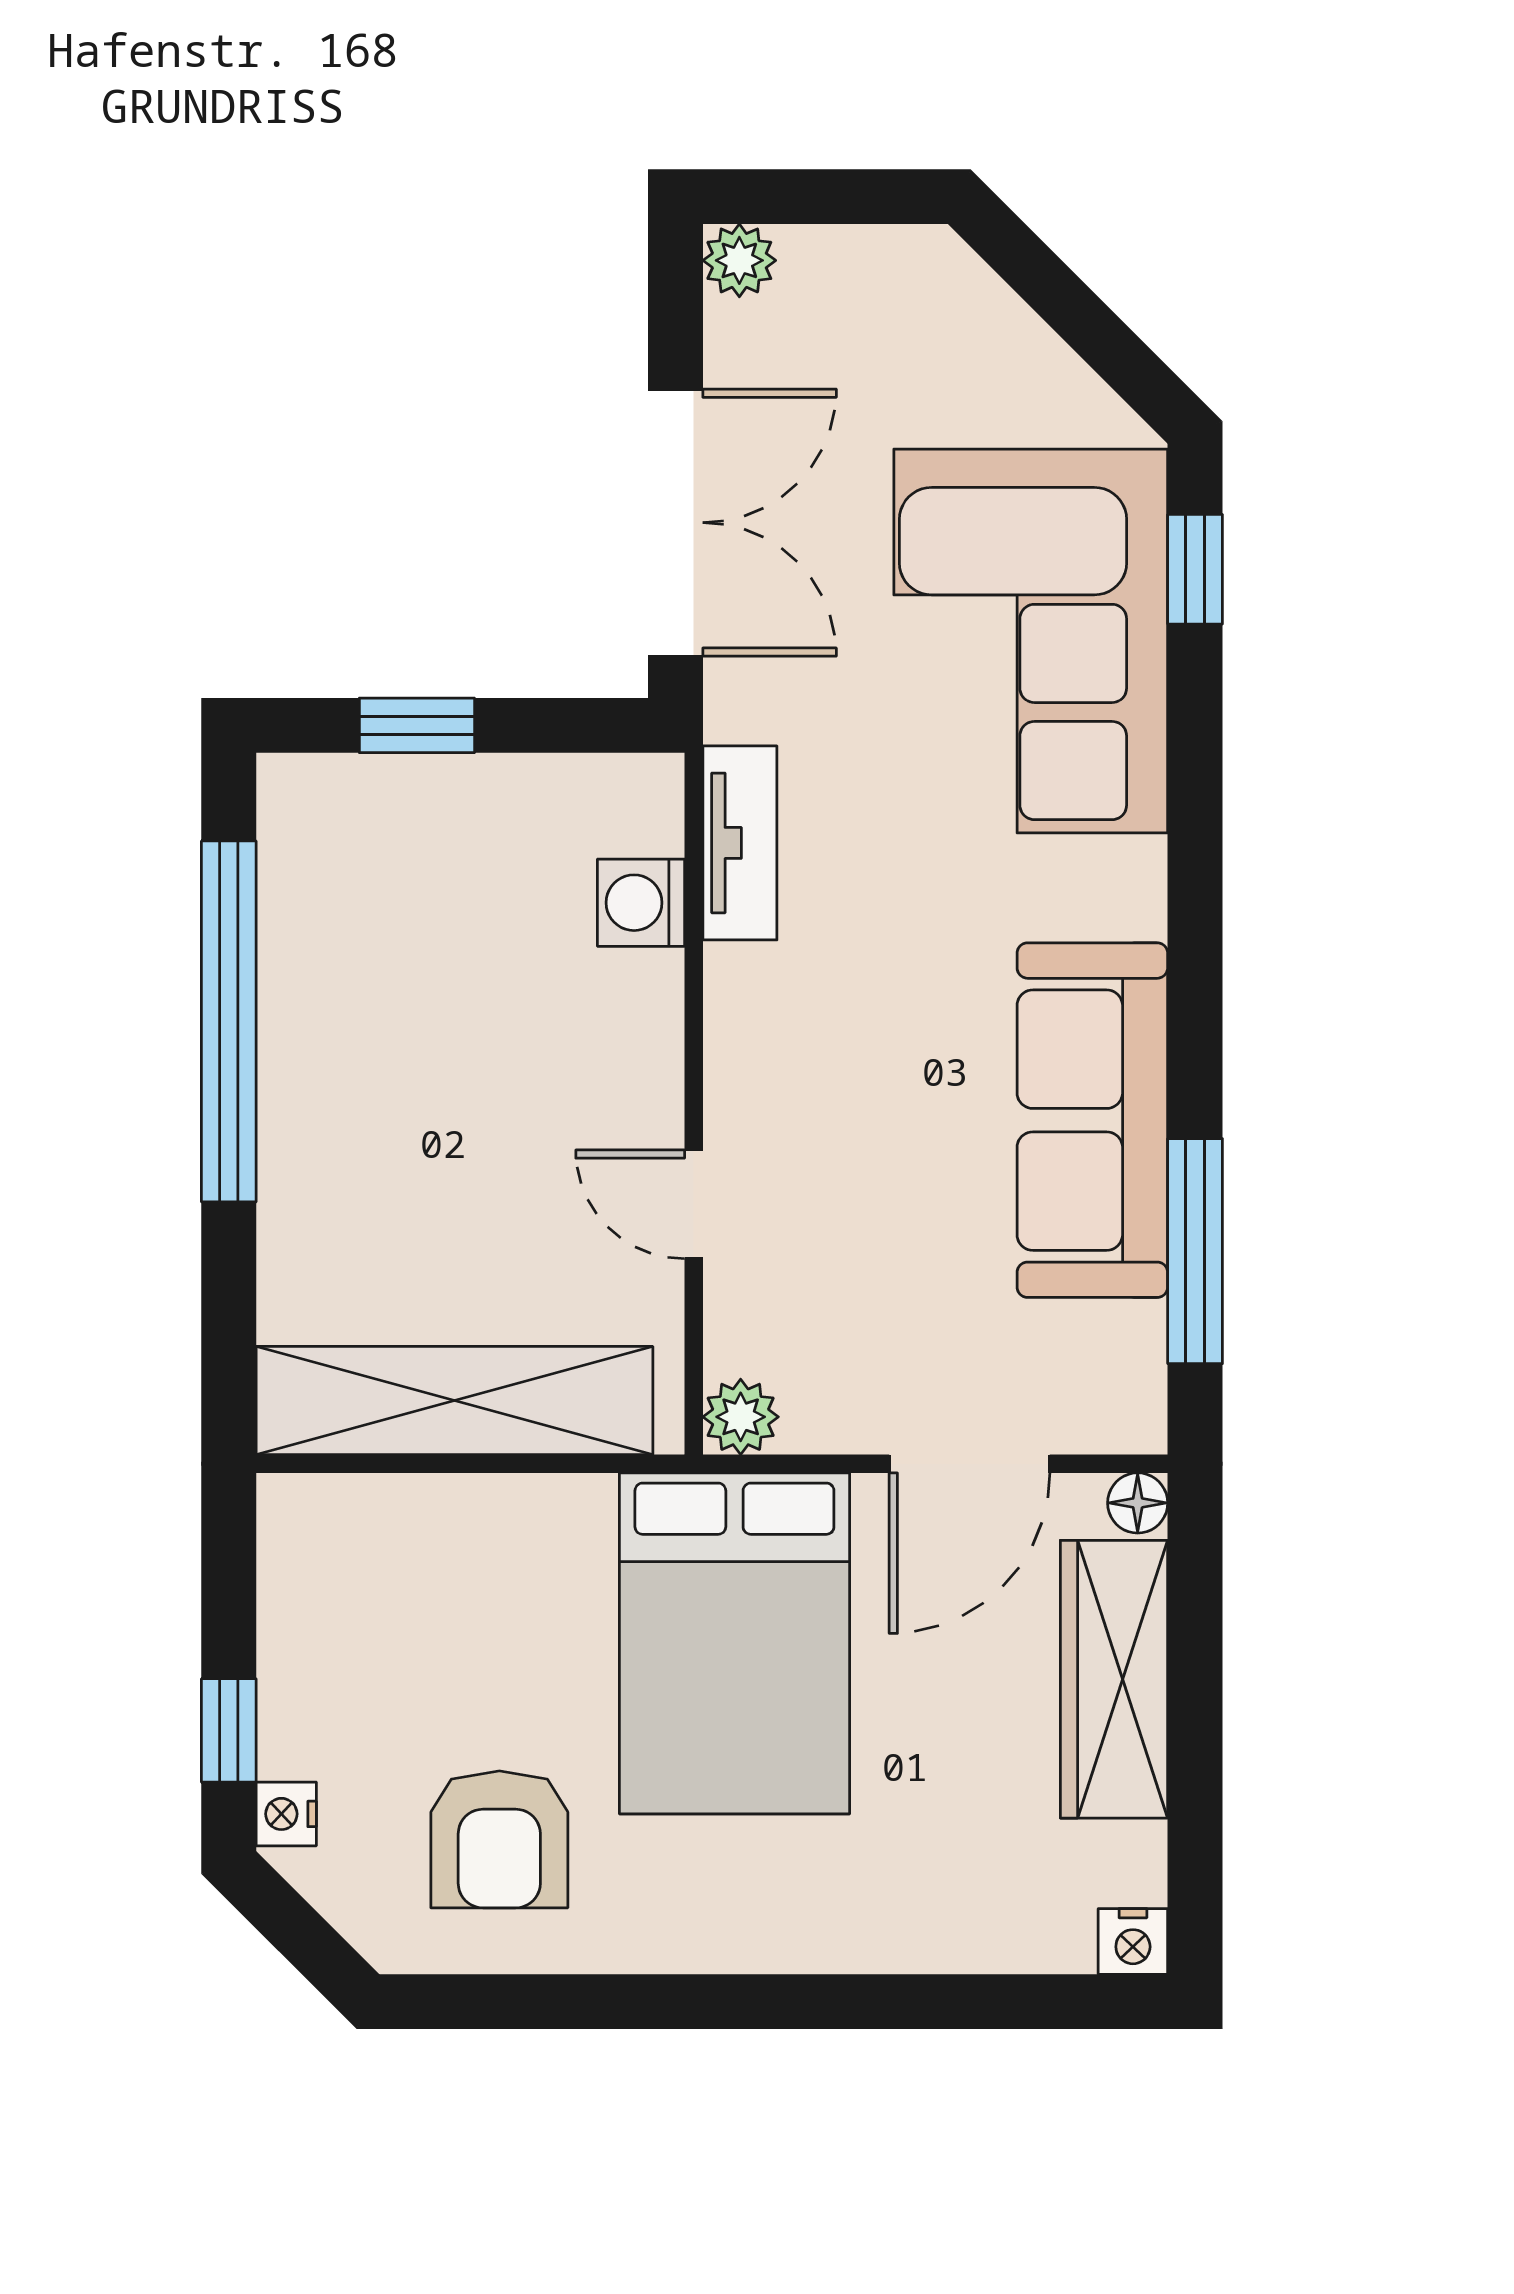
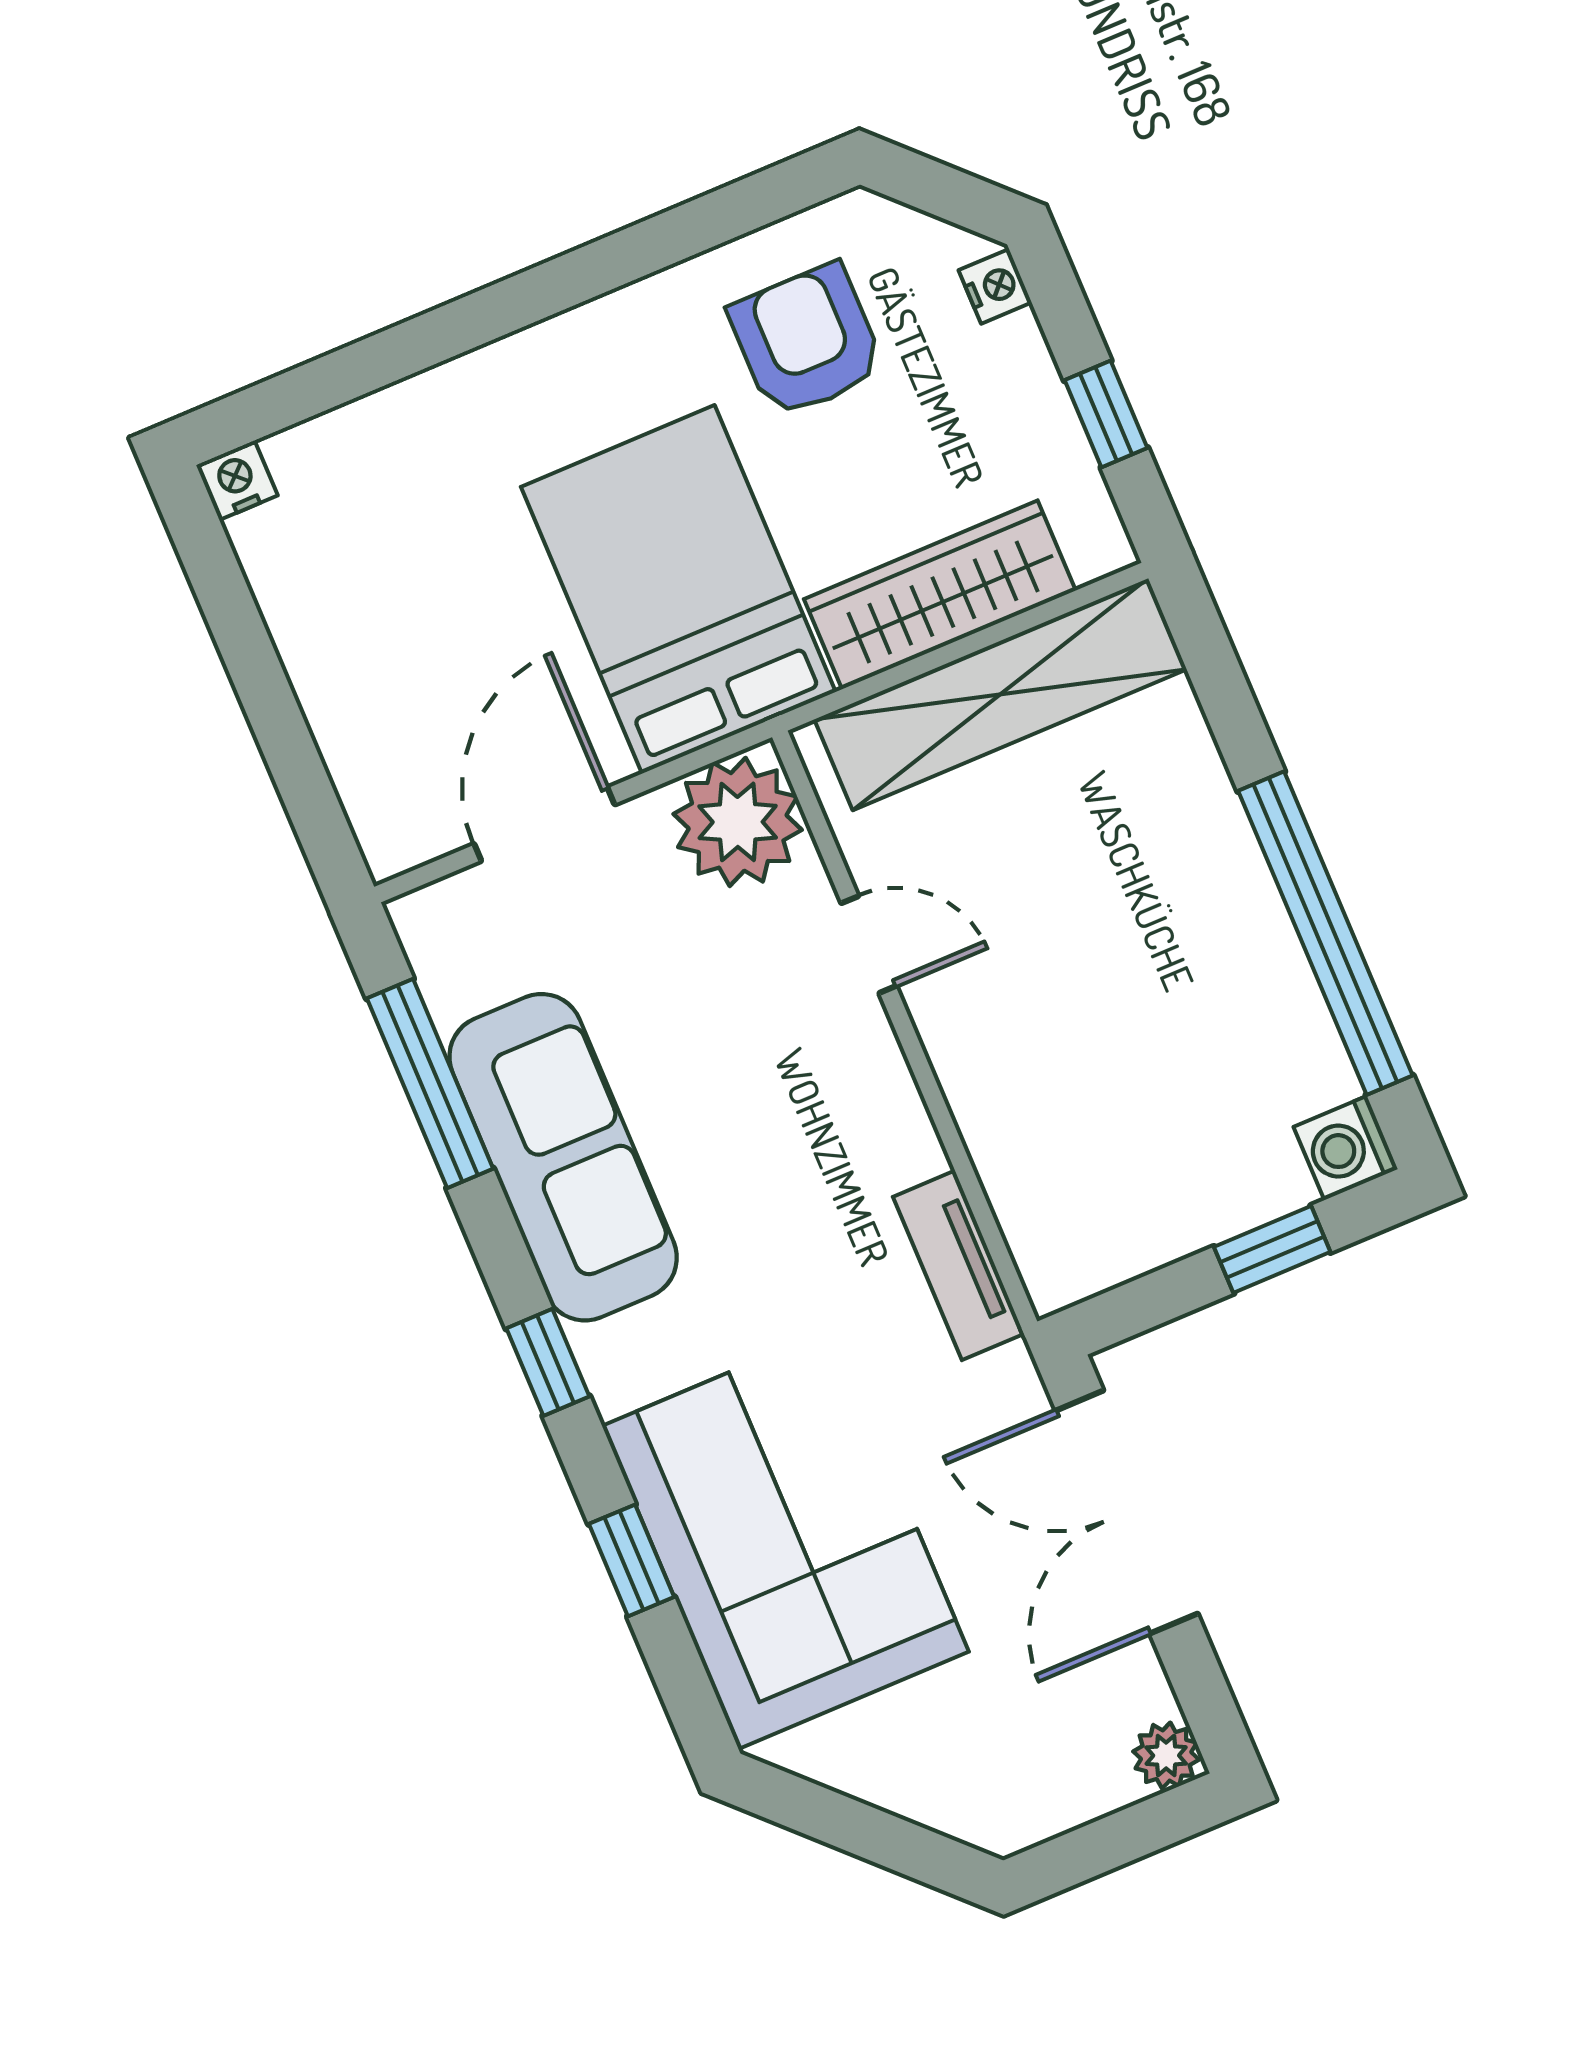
window: (1195, 569) -> (632, 1560), moved
washing machine: (641, 903) -> (1346, 1148), moved, turned 180
window: (1195, 920) -> (548, 1362), added
plant: (741, 1417) -> (738, 822), width x1.88, depth x1.88
floor lamp: (1138, 1503) -> (389, 851), removed
wardrobe: (1114, 1679) -> (940, 595), moved, turned -90
window: (229, 1730) -> (1106, 414), moved

